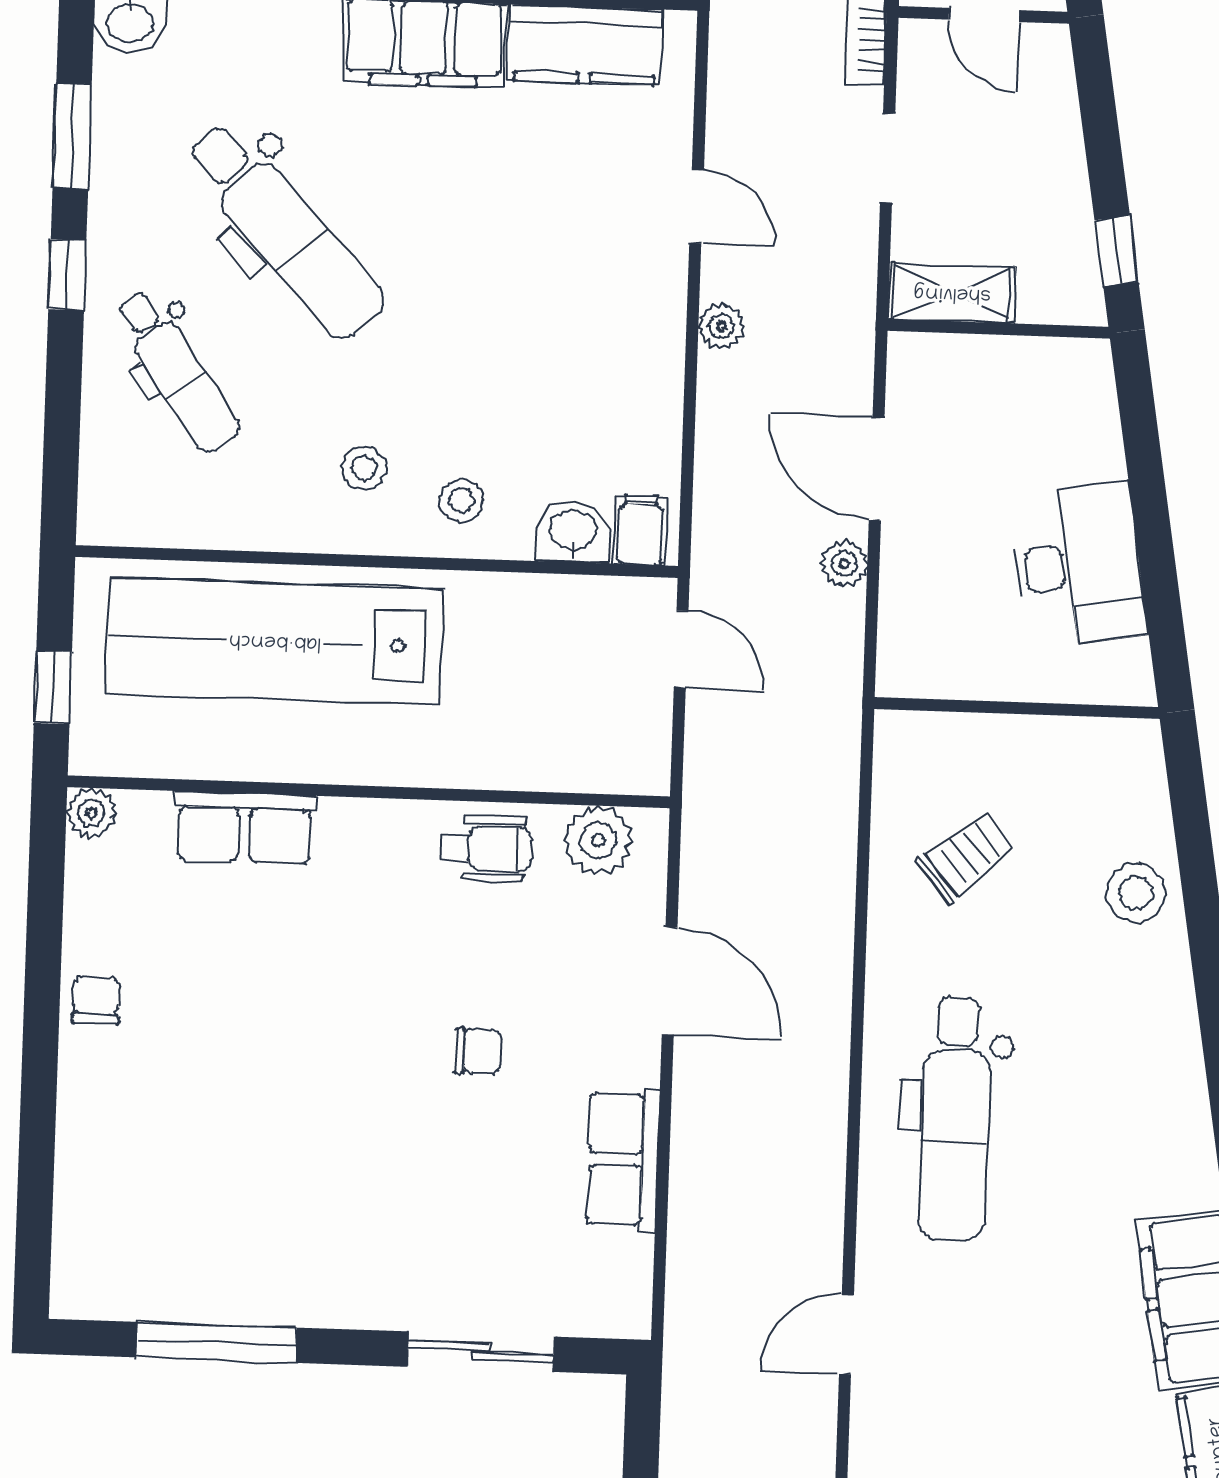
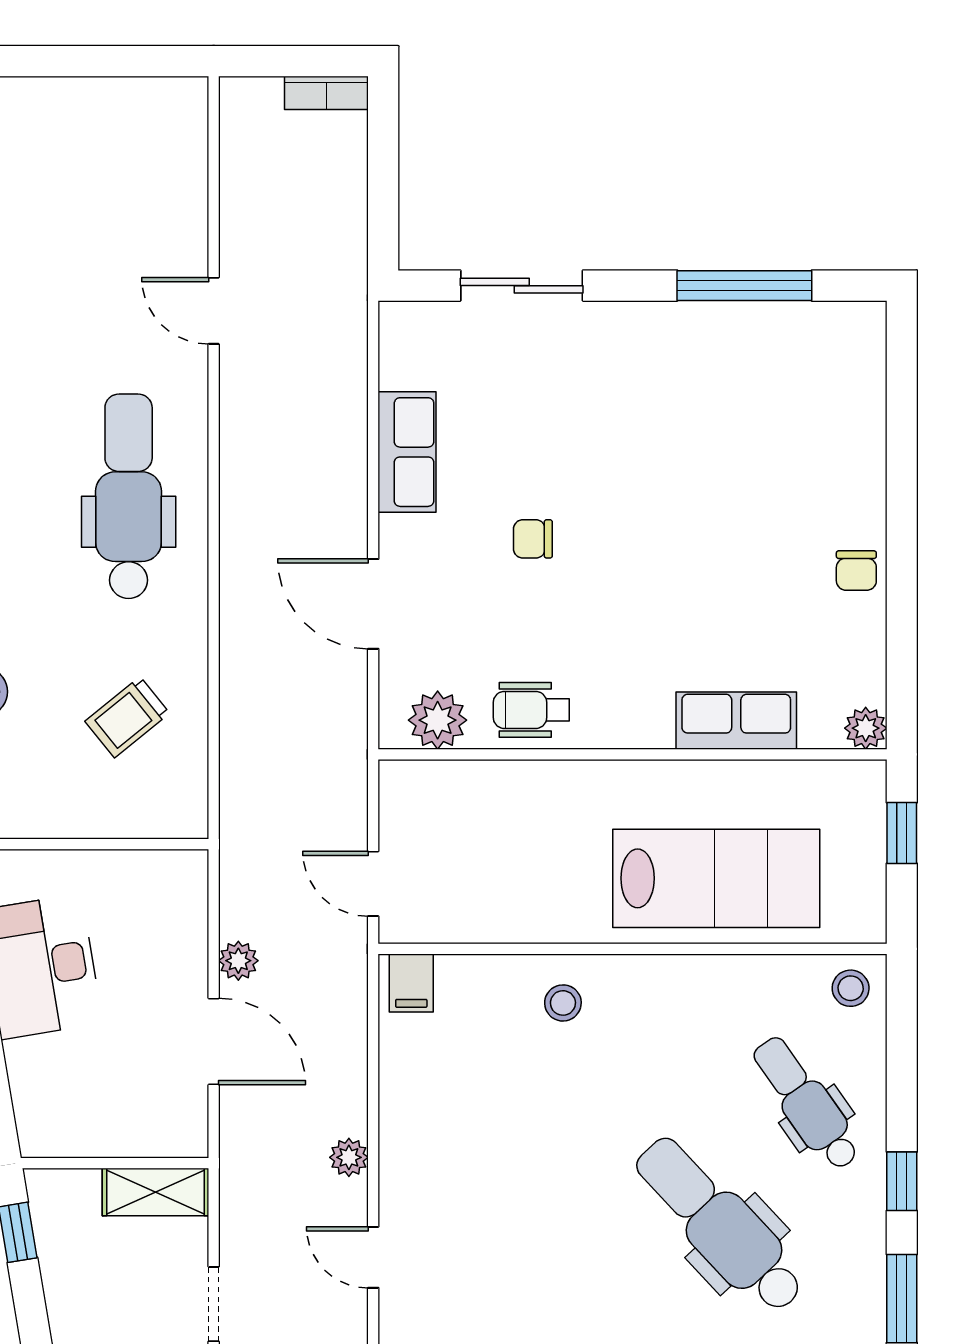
stool: (364, 468) -> (851, 988), moved
washbasin: (573, 532) -> (468, 980), removed
lab bench: (275, 641) -> (716, 878), width x0.73
door: (846, 1335) -> (214, 311), swing flipped

